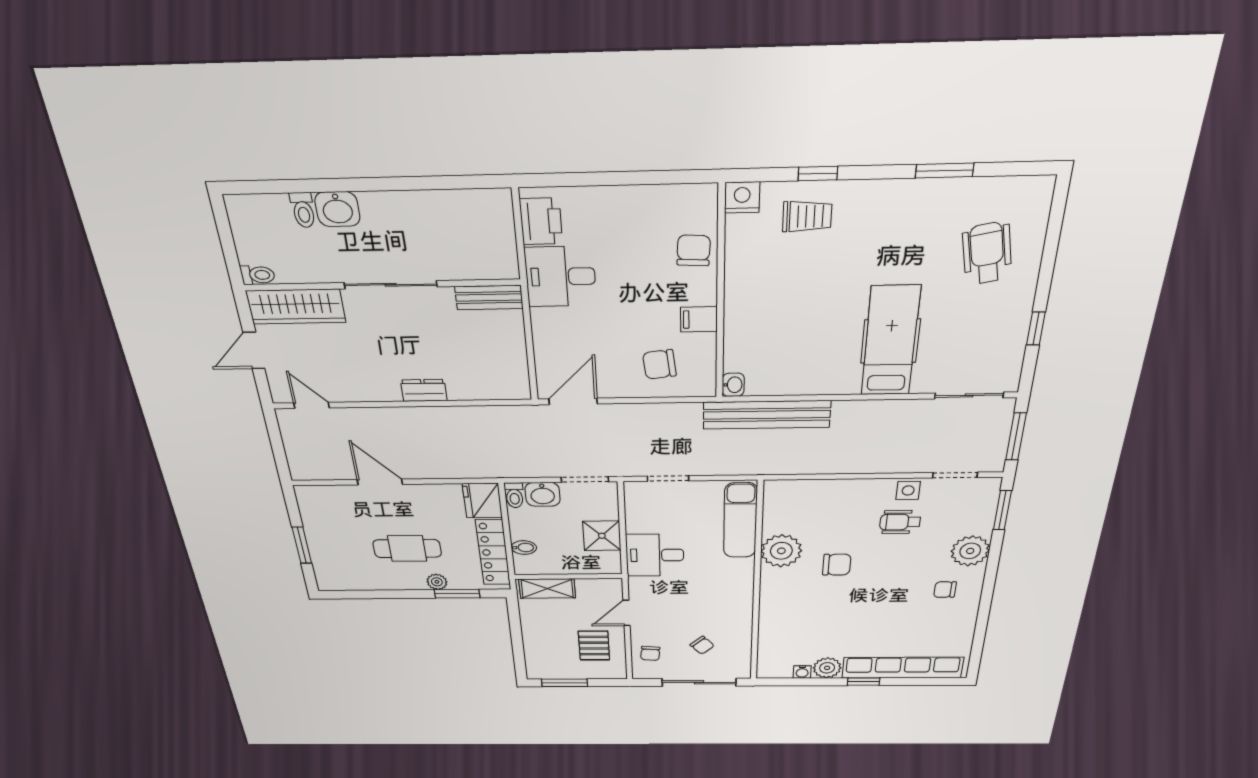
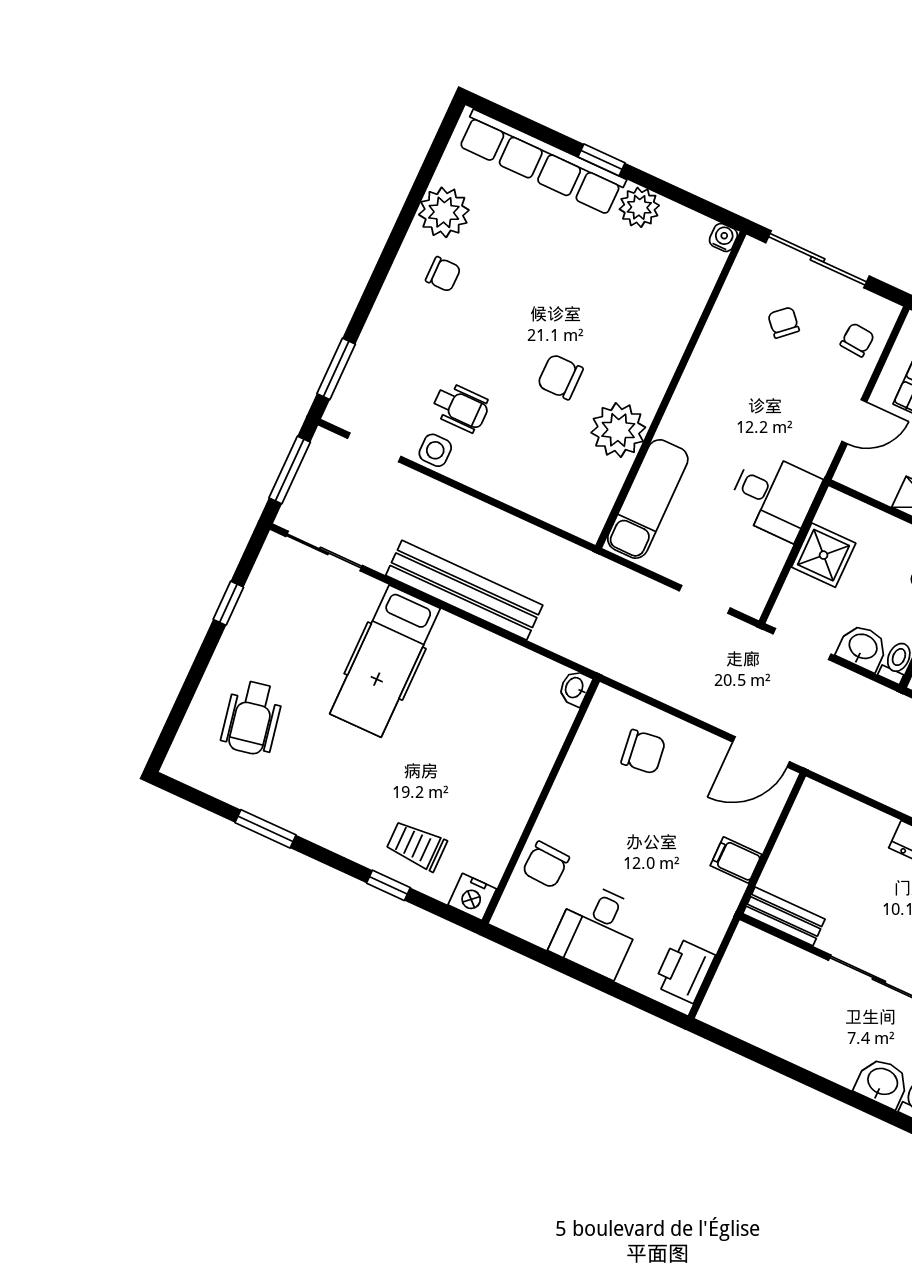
desk: (560, 277) -> (597, 930), moved, turned 90
filing cabinet: (699, 319) -> (736, 860), moved, turned 180
bench: (767, 415) -> (464, 590), moved
plant: (970, 551) -> (444, 212), moved
water cooler: (802, 672) -> (723, 237), moved

